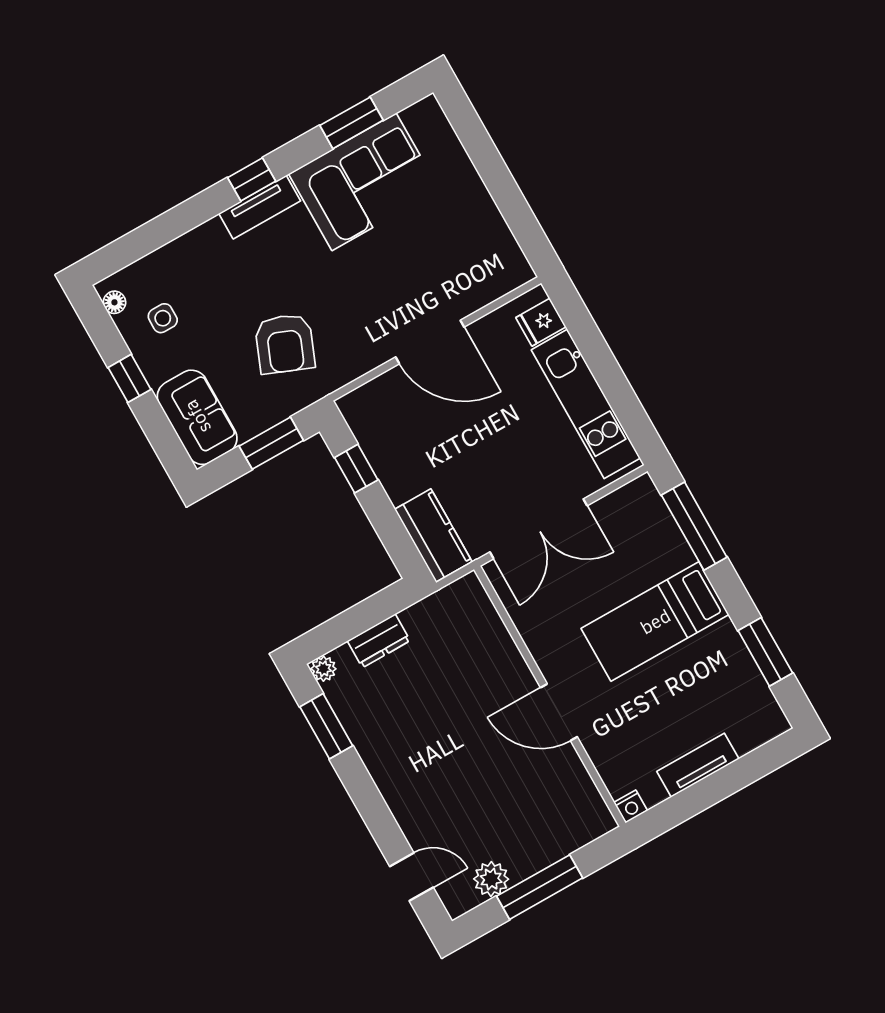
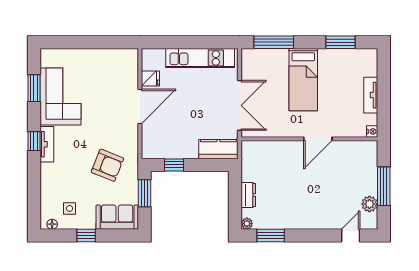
fridge: (541, 322) -> (150, 78), moved, turned -90

